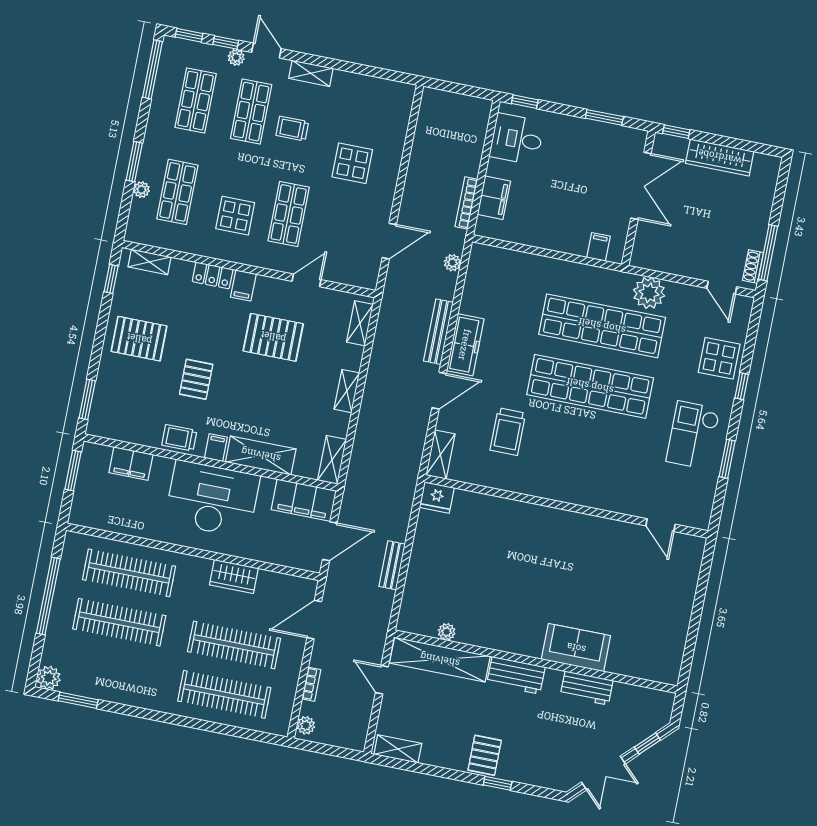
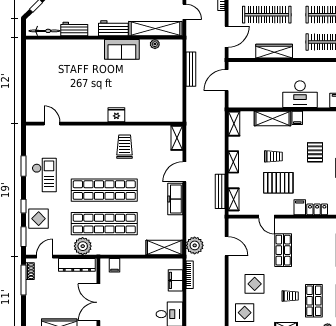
display table: (235, 216) -> (245, 313), moved
door: (389, 241) -> (227, 246), swing flipped
shelving: (502, 261) -> (164, 248), added
dresser: (666, 261) -> (77, 265), added
plant: (452, 263) -> (195, 245), width x1.88, depth x1.88
door: (307, 280) -> (267, 217), hinge flipped
door: (722, 288) -> (45, 257), hinge flipped
window: (752, 331) -> (24, 237), added
bench: (438, 332) -> (220, 191), moved
trolley: (508, 432) -> (125, 147), moved
trolley: (179, 438) -> (273, 156), moved
fridge: (437, 497) -> (116, 115), moved
desk: (212, 499) -> (300, 94), width x0.73, depth x0.77
filing cabinet: (304, 500) -> (245, 99), removed
bench: (392, 565) -> (191, 69), width x1.36
wardrobe: (234, 576) -> (274, 51), width x1.50
sofa: (576, 648) -> (122, 49), moved
bicycle: (641, 695) -> (44, 31), added

